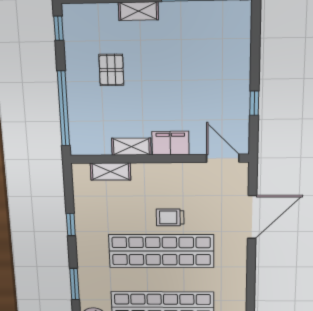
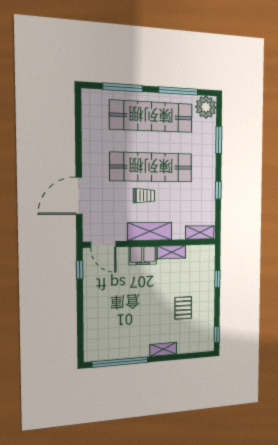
window: (254, 103) -> (80, 270), moved
window: (64, 109) -> (217, 279), width x0.32
shelving: (111, 171) -> (200, 232), moved
shelving: (162, 174) -> (150, 231), added

